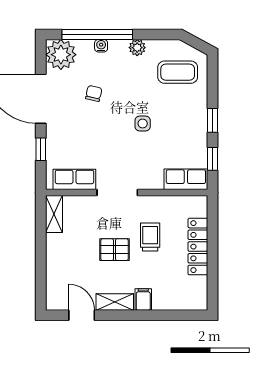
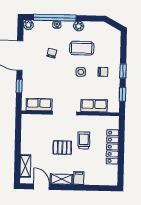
plant: (61, 55) -> (28, 25), width x0.53, depth x0.53
coffee table: (178, 72) -> (82, 48), moved
chair: (179, 123) -> (103, 72), added
row of seats: (186, 179) -> (94, 106), moved
shelving: (54, 214) -> (25, 166), moved

